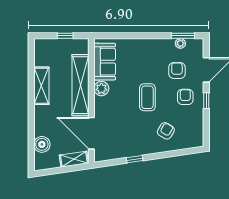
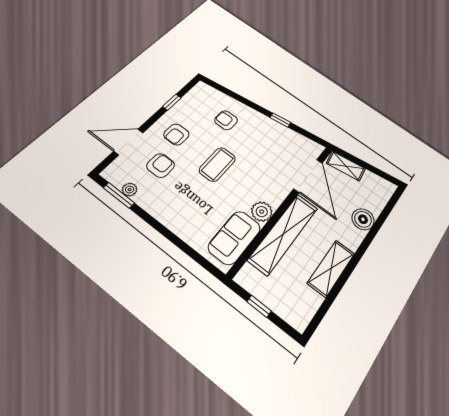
armchair: (177, 70) -> (161, 166), turned 180
window: (206, 101) -> (172, 102), moved
armchair: (166, 131) -> (226, 120), turned 59
boiler: (42, 144) -> (363, 219), moved

